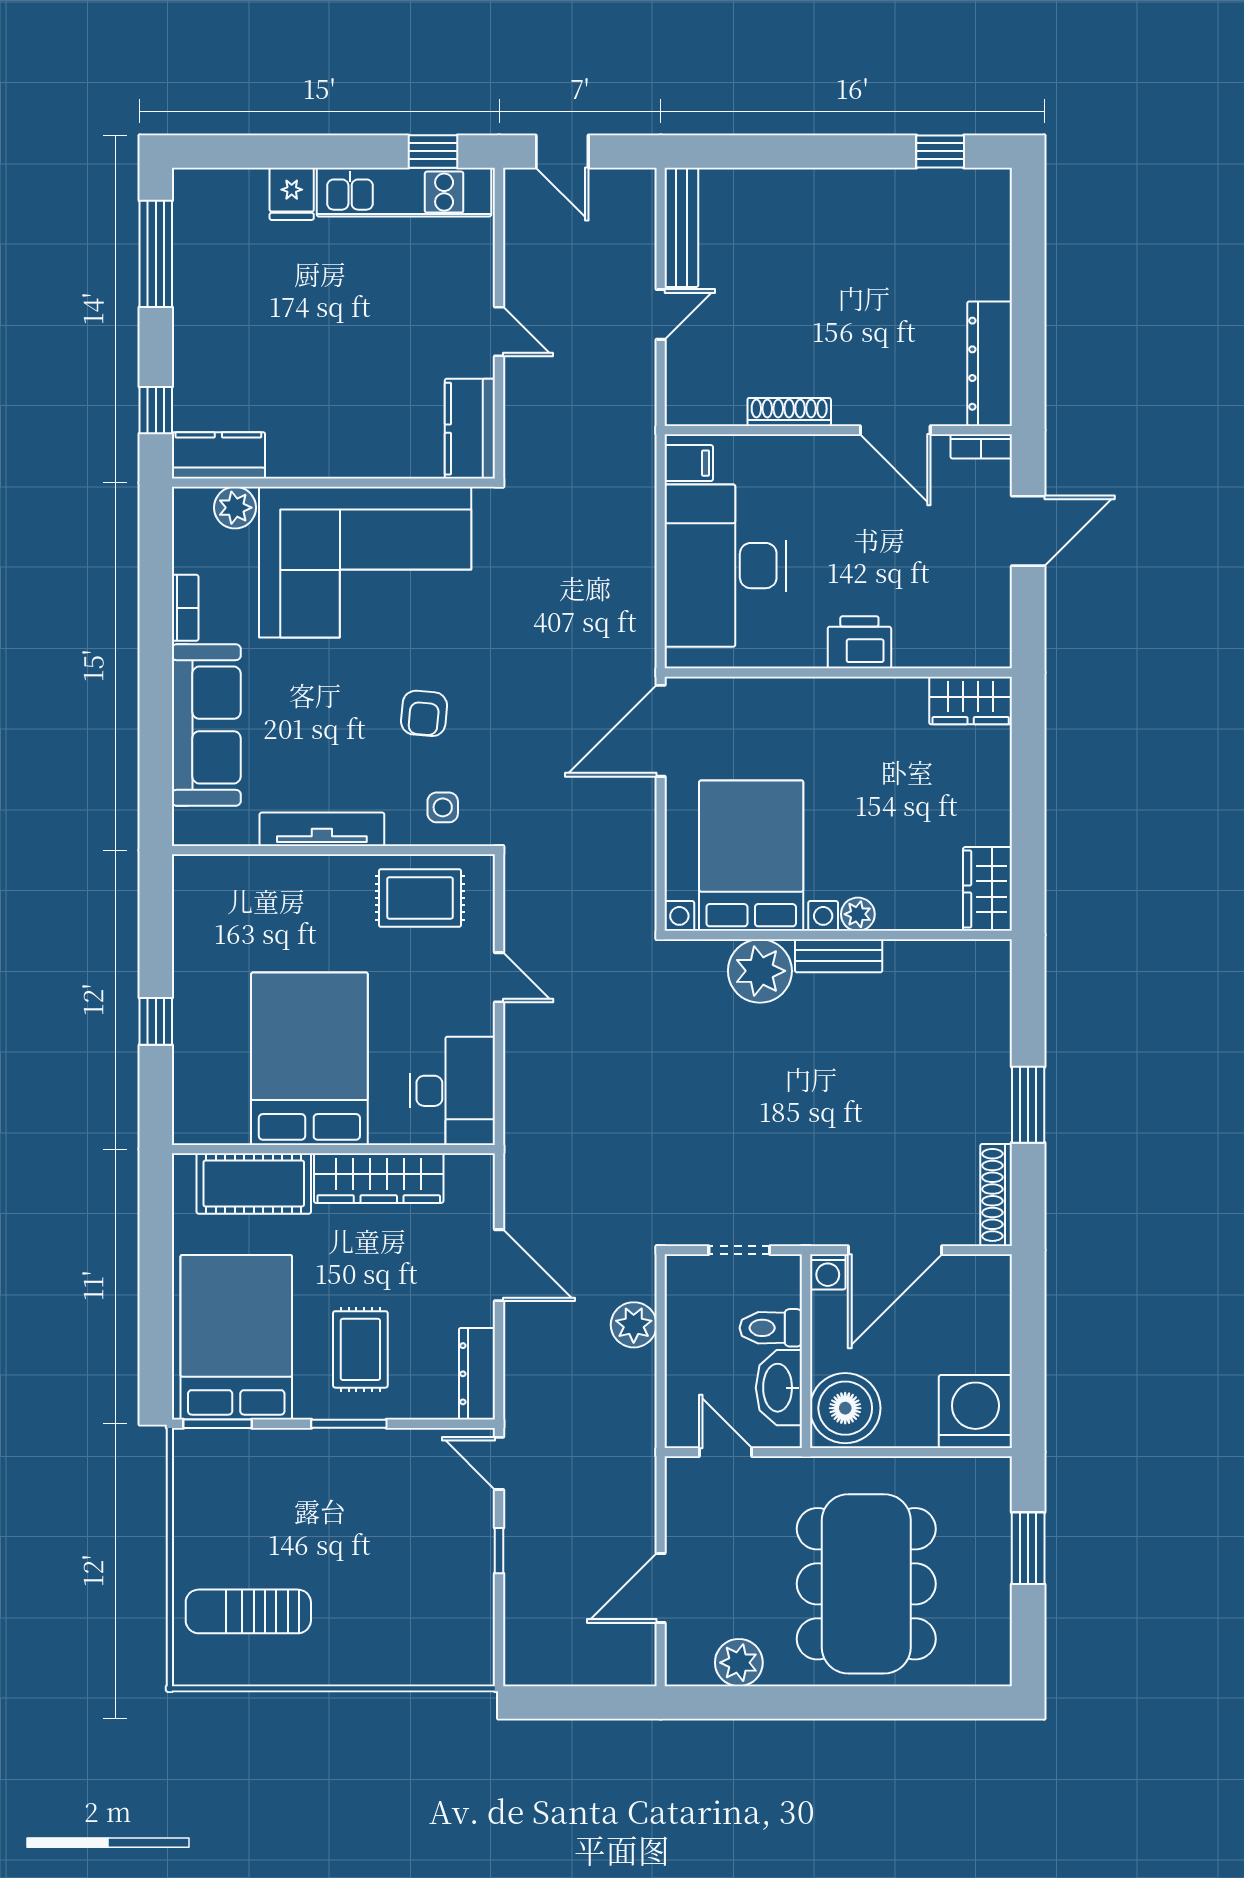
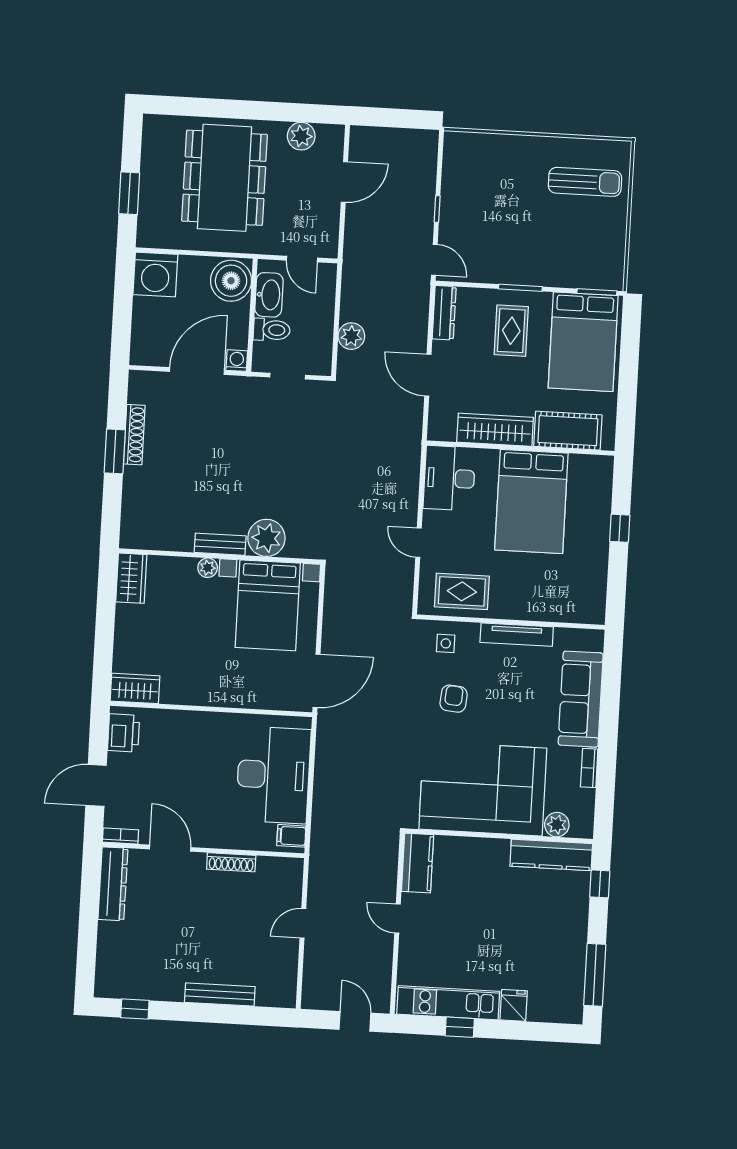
window: (433, 151) -> (460, 1027), moved
bench: (681, 227) -> (220, 995), moved, turned 90
kitchen counter: (218, 455) -> (551, 855), width x1.50
printer: (859, 642) -> (124, 733), moved, turned -90
shoe rack: (996, 1195) -> (134, 435), moved

